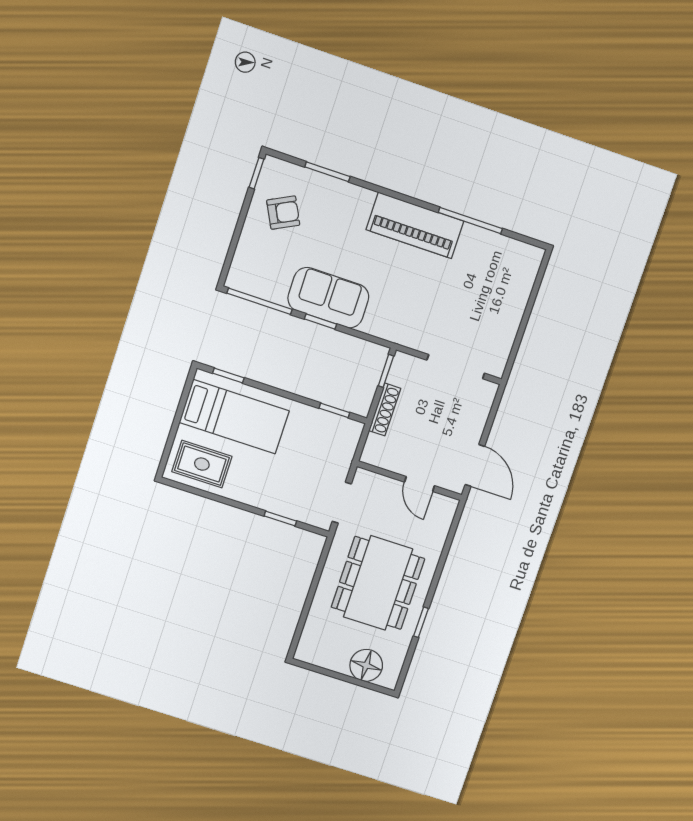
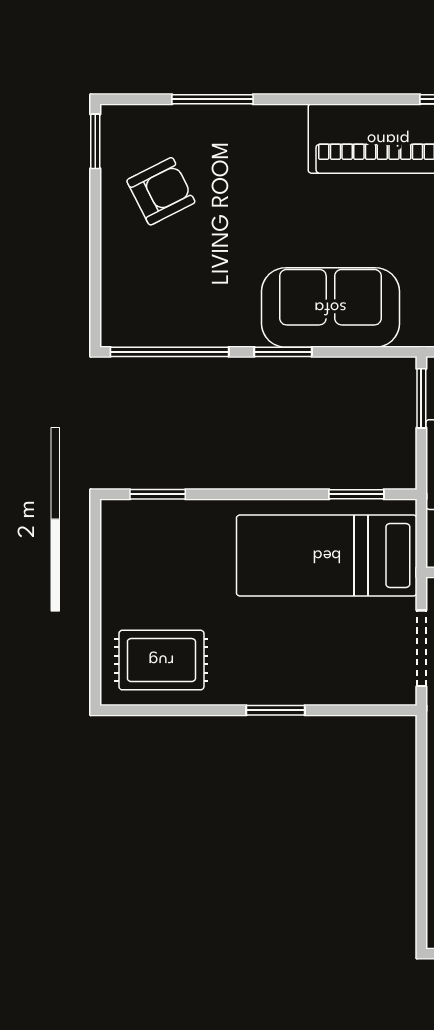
sofa: (328, 298) -> (330, 307), moved
bed: (234, 417) -> (327, 555), moved, turned 180
window: (280, 519) -> (276, 710), moved

